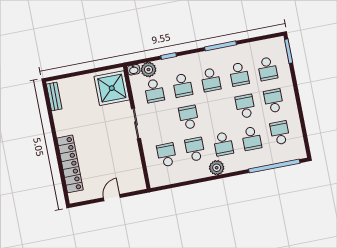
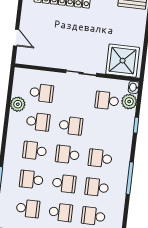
school desk: (182, 85) -> (67, 155), moved
plant: (217, 168) -> (18, 104), moved
door: (112, 198) -> (16, 38), moved

